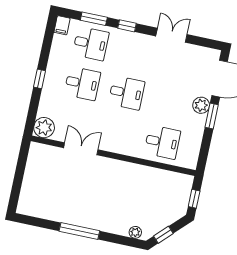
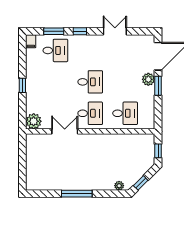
desk: (82, 83) -> (90, 113), moved

